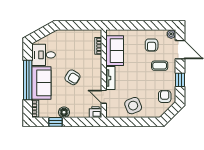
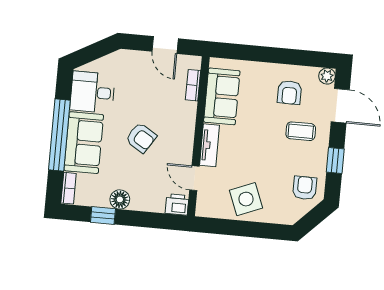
door: (81, 25) -> (165, 45), added

